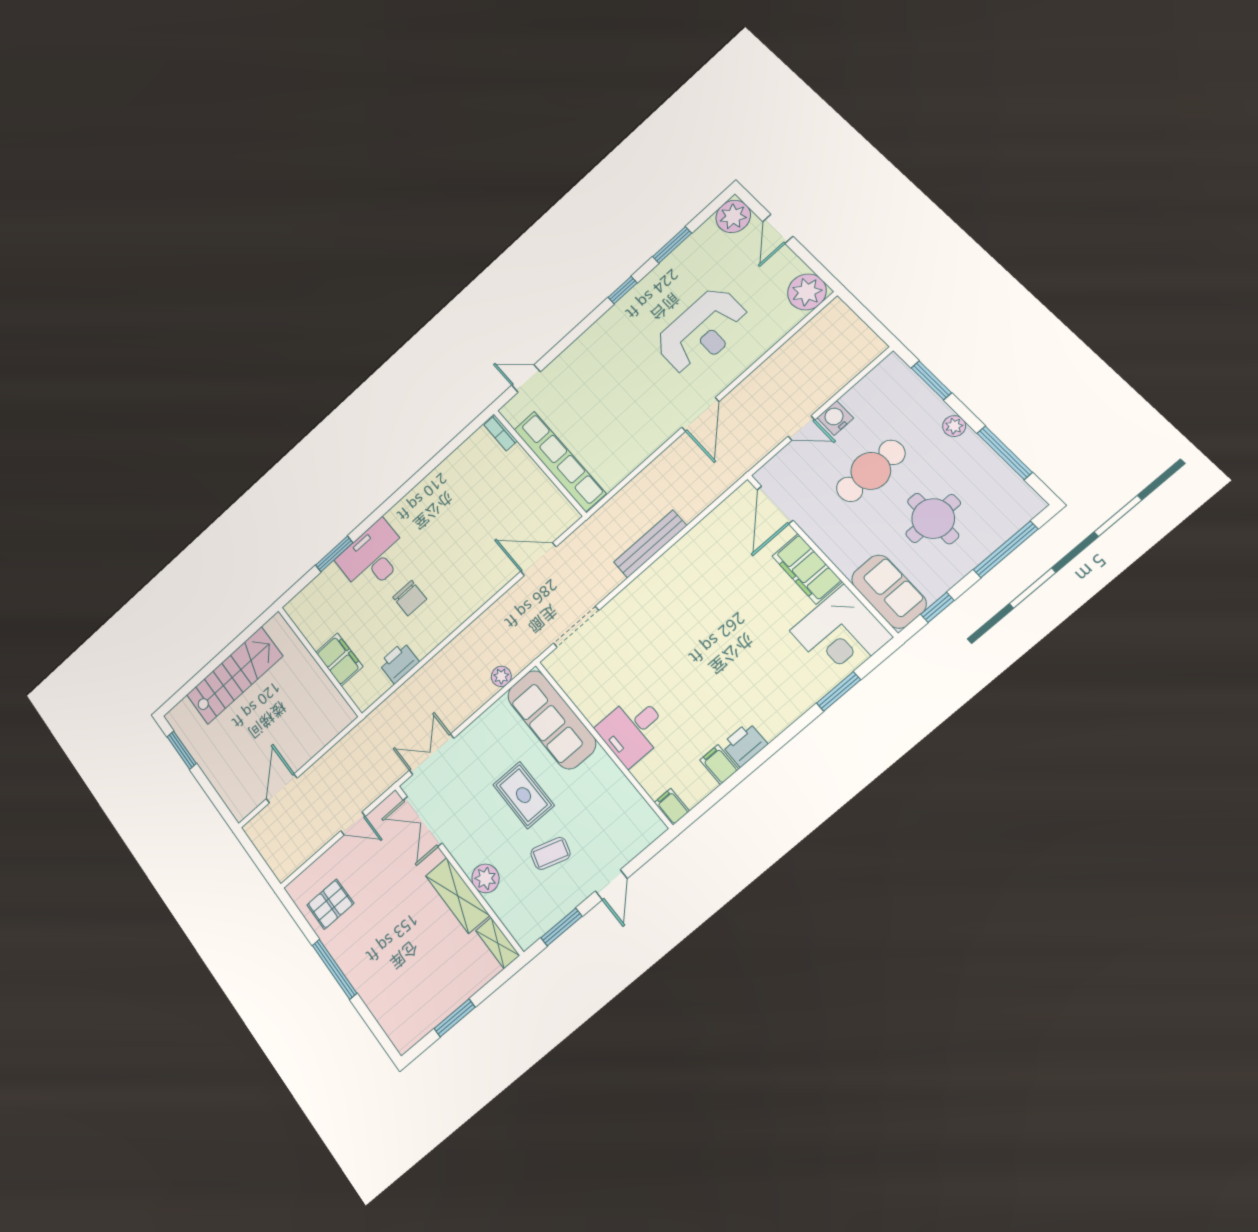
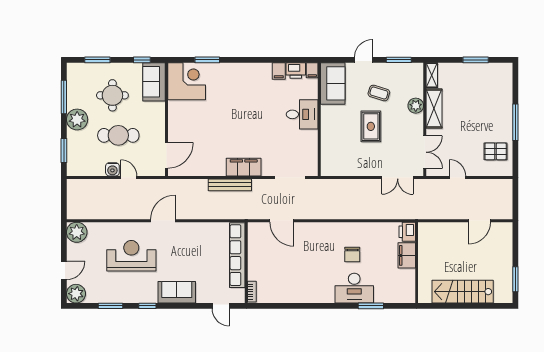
sofa: (599, 342) -> (177, 292), added
plant: (954, 426) -> (77, 119), width x1.87, depth x1.87
window: (1006, 549) -> (97, 60), width x0.69
filing cabinet: (807, 569) -> (244, 167), moved, turned -90
chair: (410, 598) -> (352, 254), turned 180
printer: (399, 663) -> (407, 232), moved, turned 90
plant: (501, 676) -> (339, 184), removed
sofa: (552, 720) -> (333, 83), moved, width x0.73
printer: (744, 744) -> (296, 70), moved

